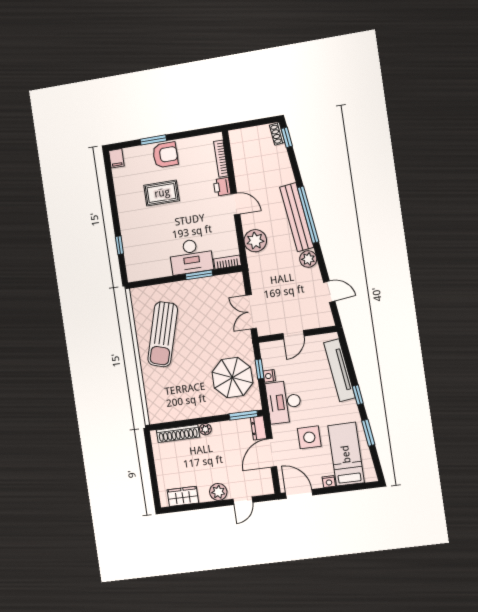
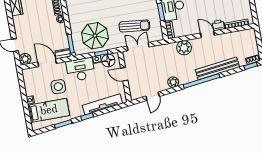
door: (235, 204) -> (207, 34), swing flipped
bench: (297, 217) -> (217, 68), moved
sun lounger: (219, 316) -> (134, 26), added
floor lamp: (271, 358) -> (108, 60), added
plant: (218, 492) -> (25, 59), moved
door: (299, 494) -> (21, 81), removed

